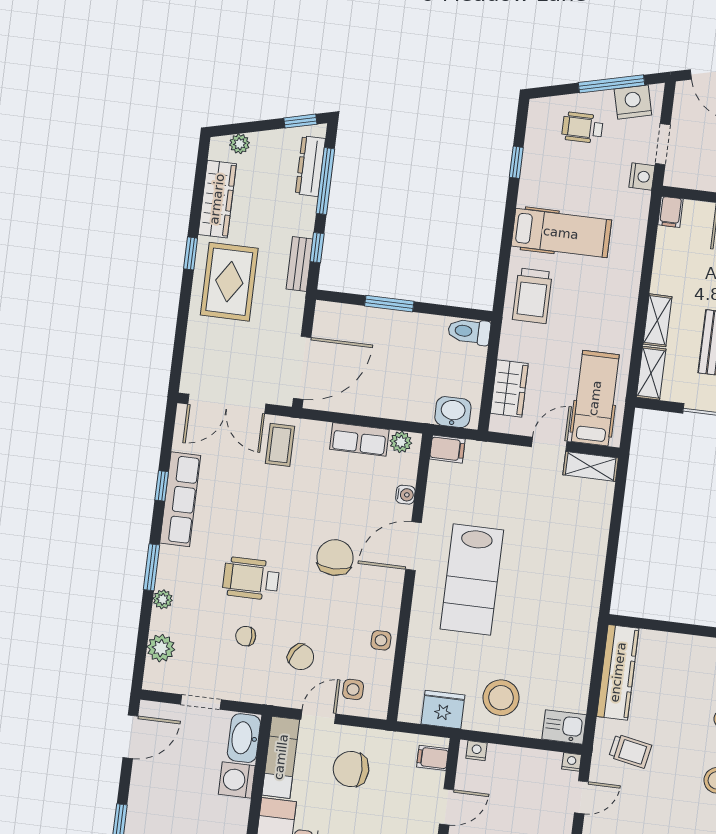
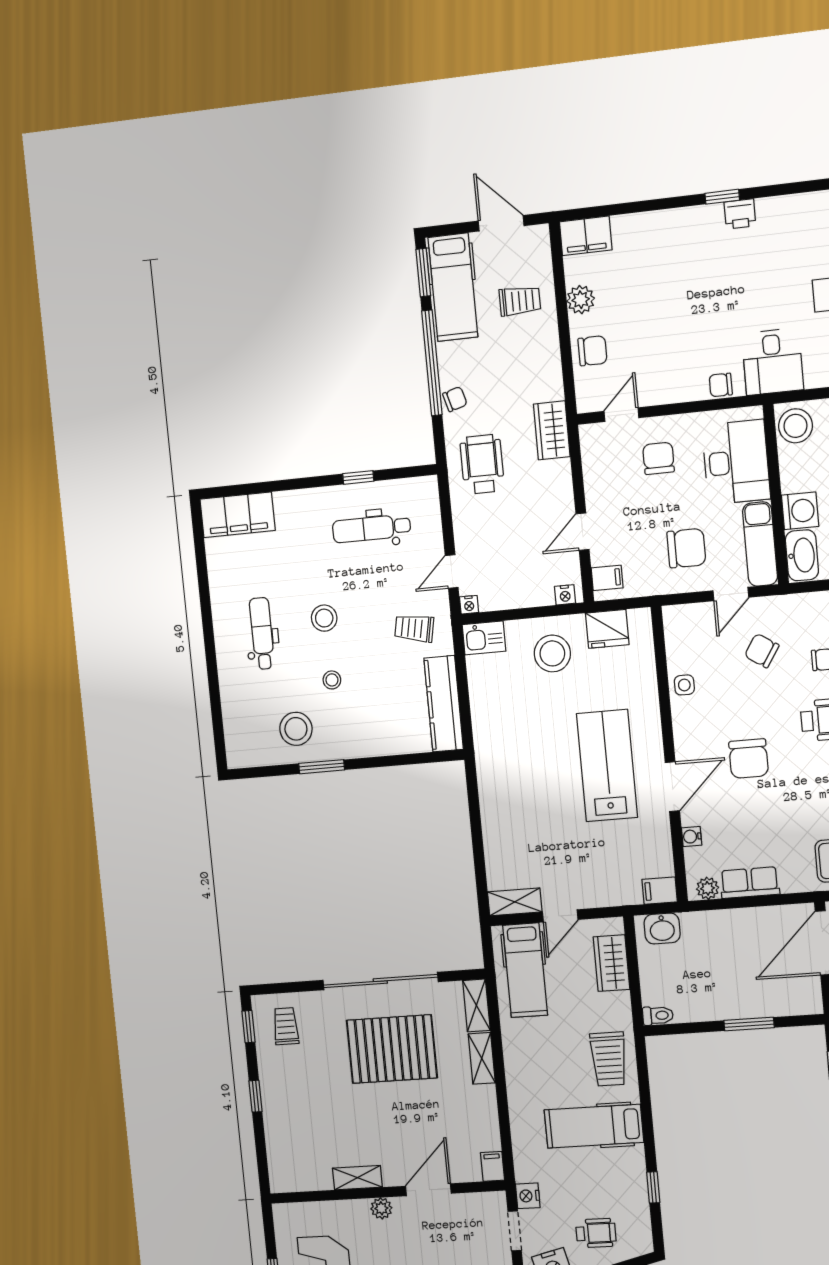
trolley: (532, 296) -> (609, 1059), turned 180
toilet: (469, 331) -> (658, 1016), width x0.73, depth x0.72
side table: (353, 689) -> (702, 629), removed

